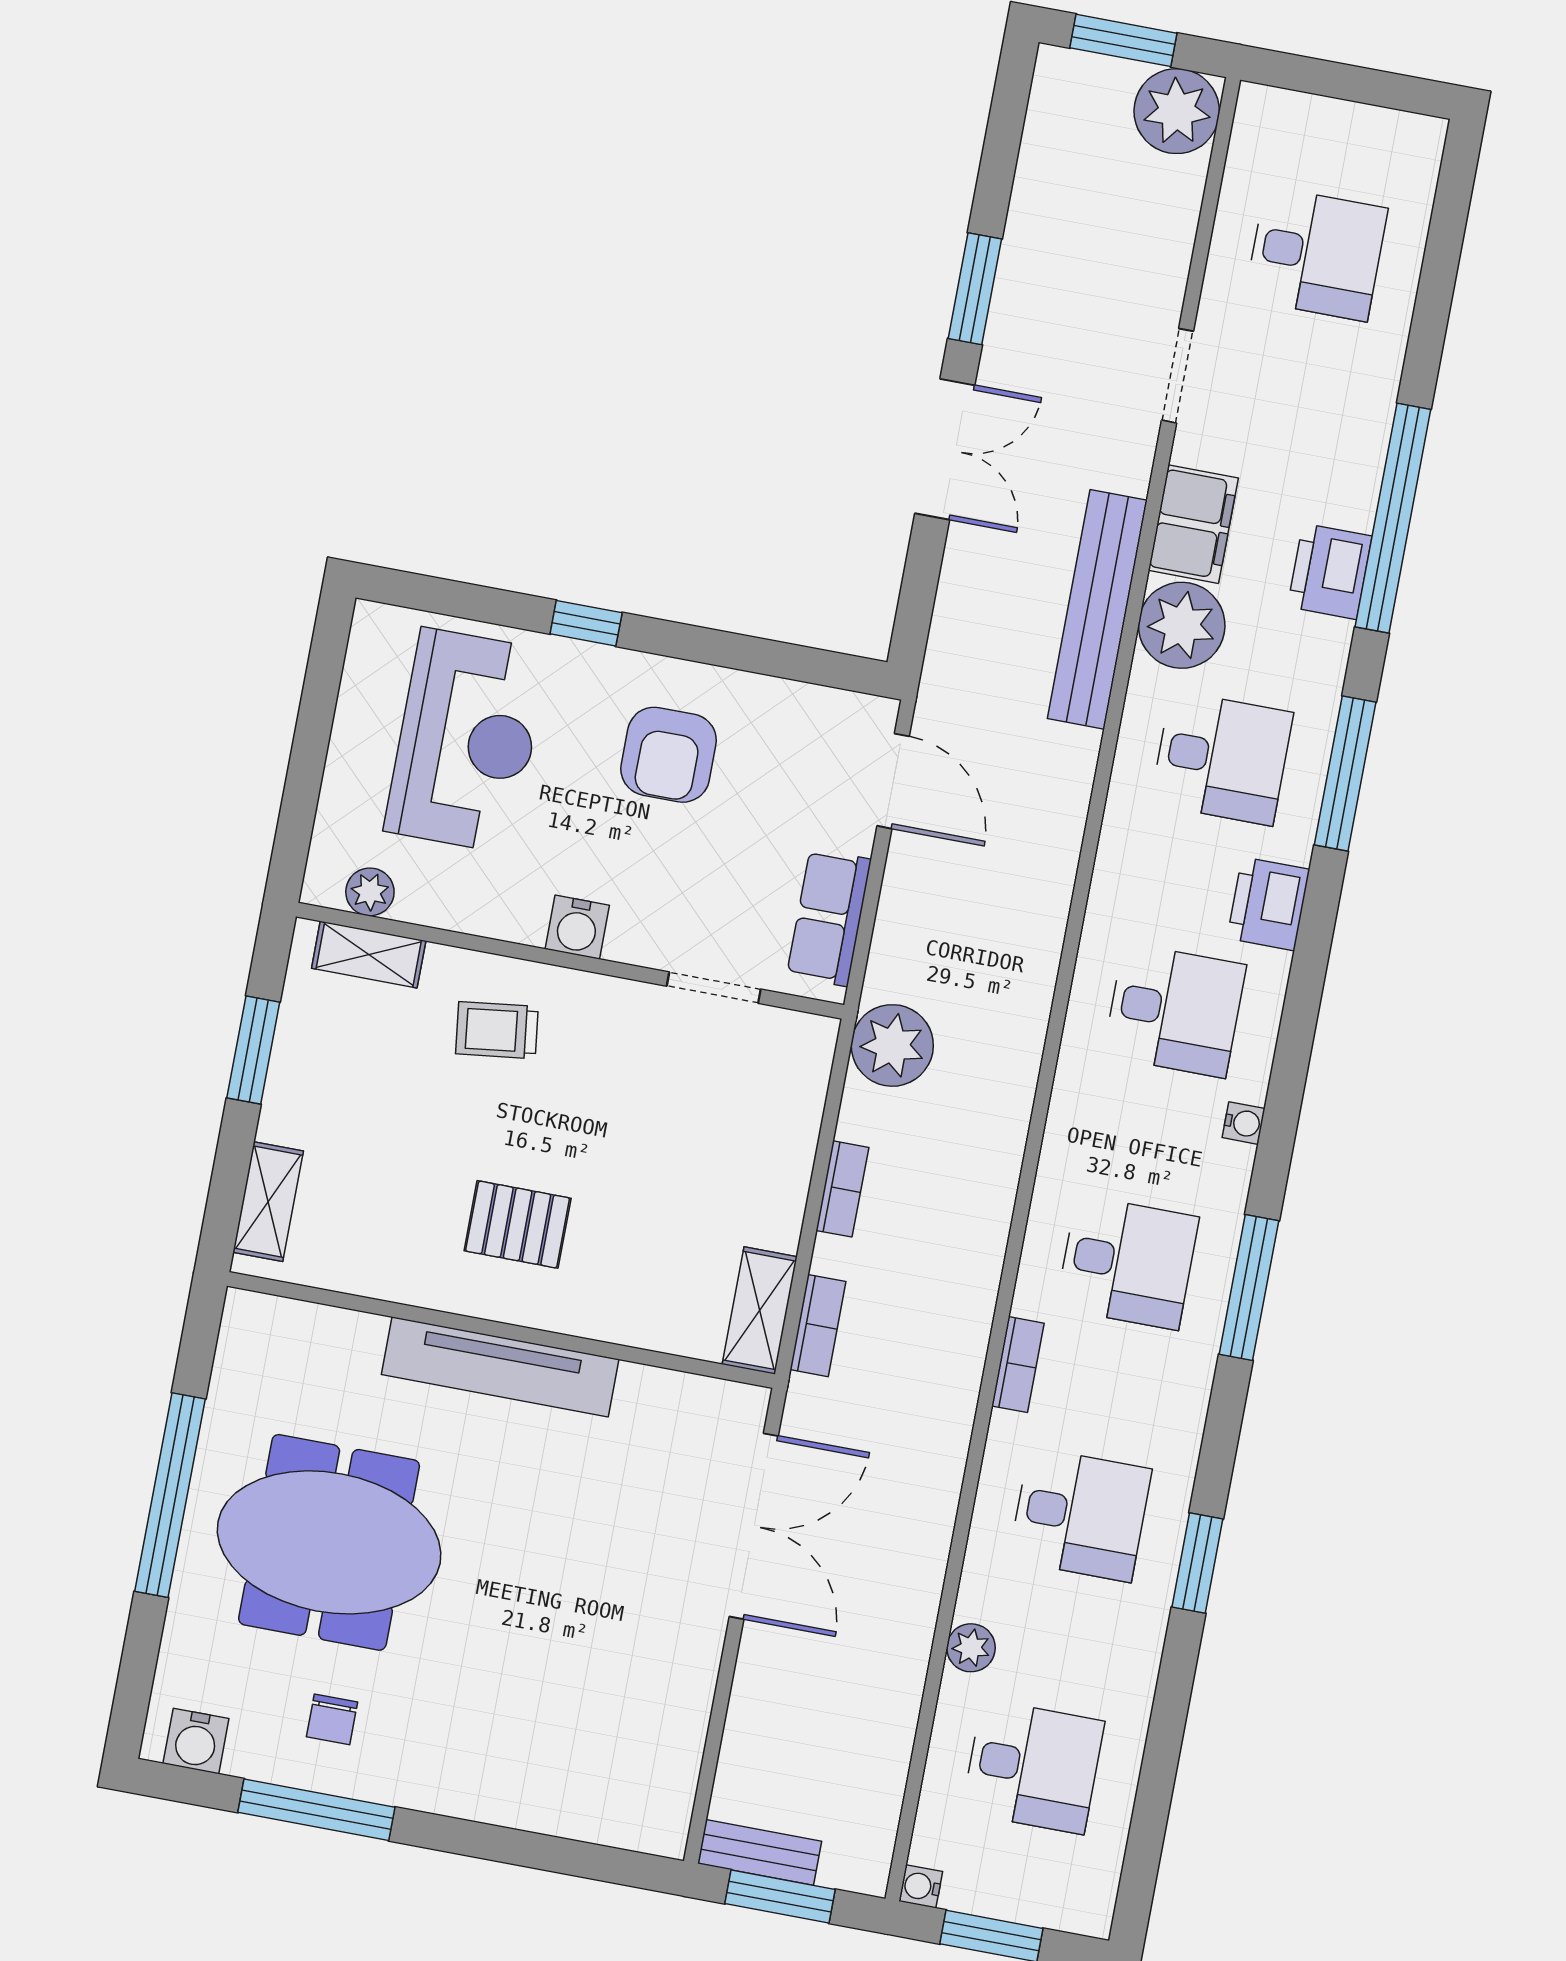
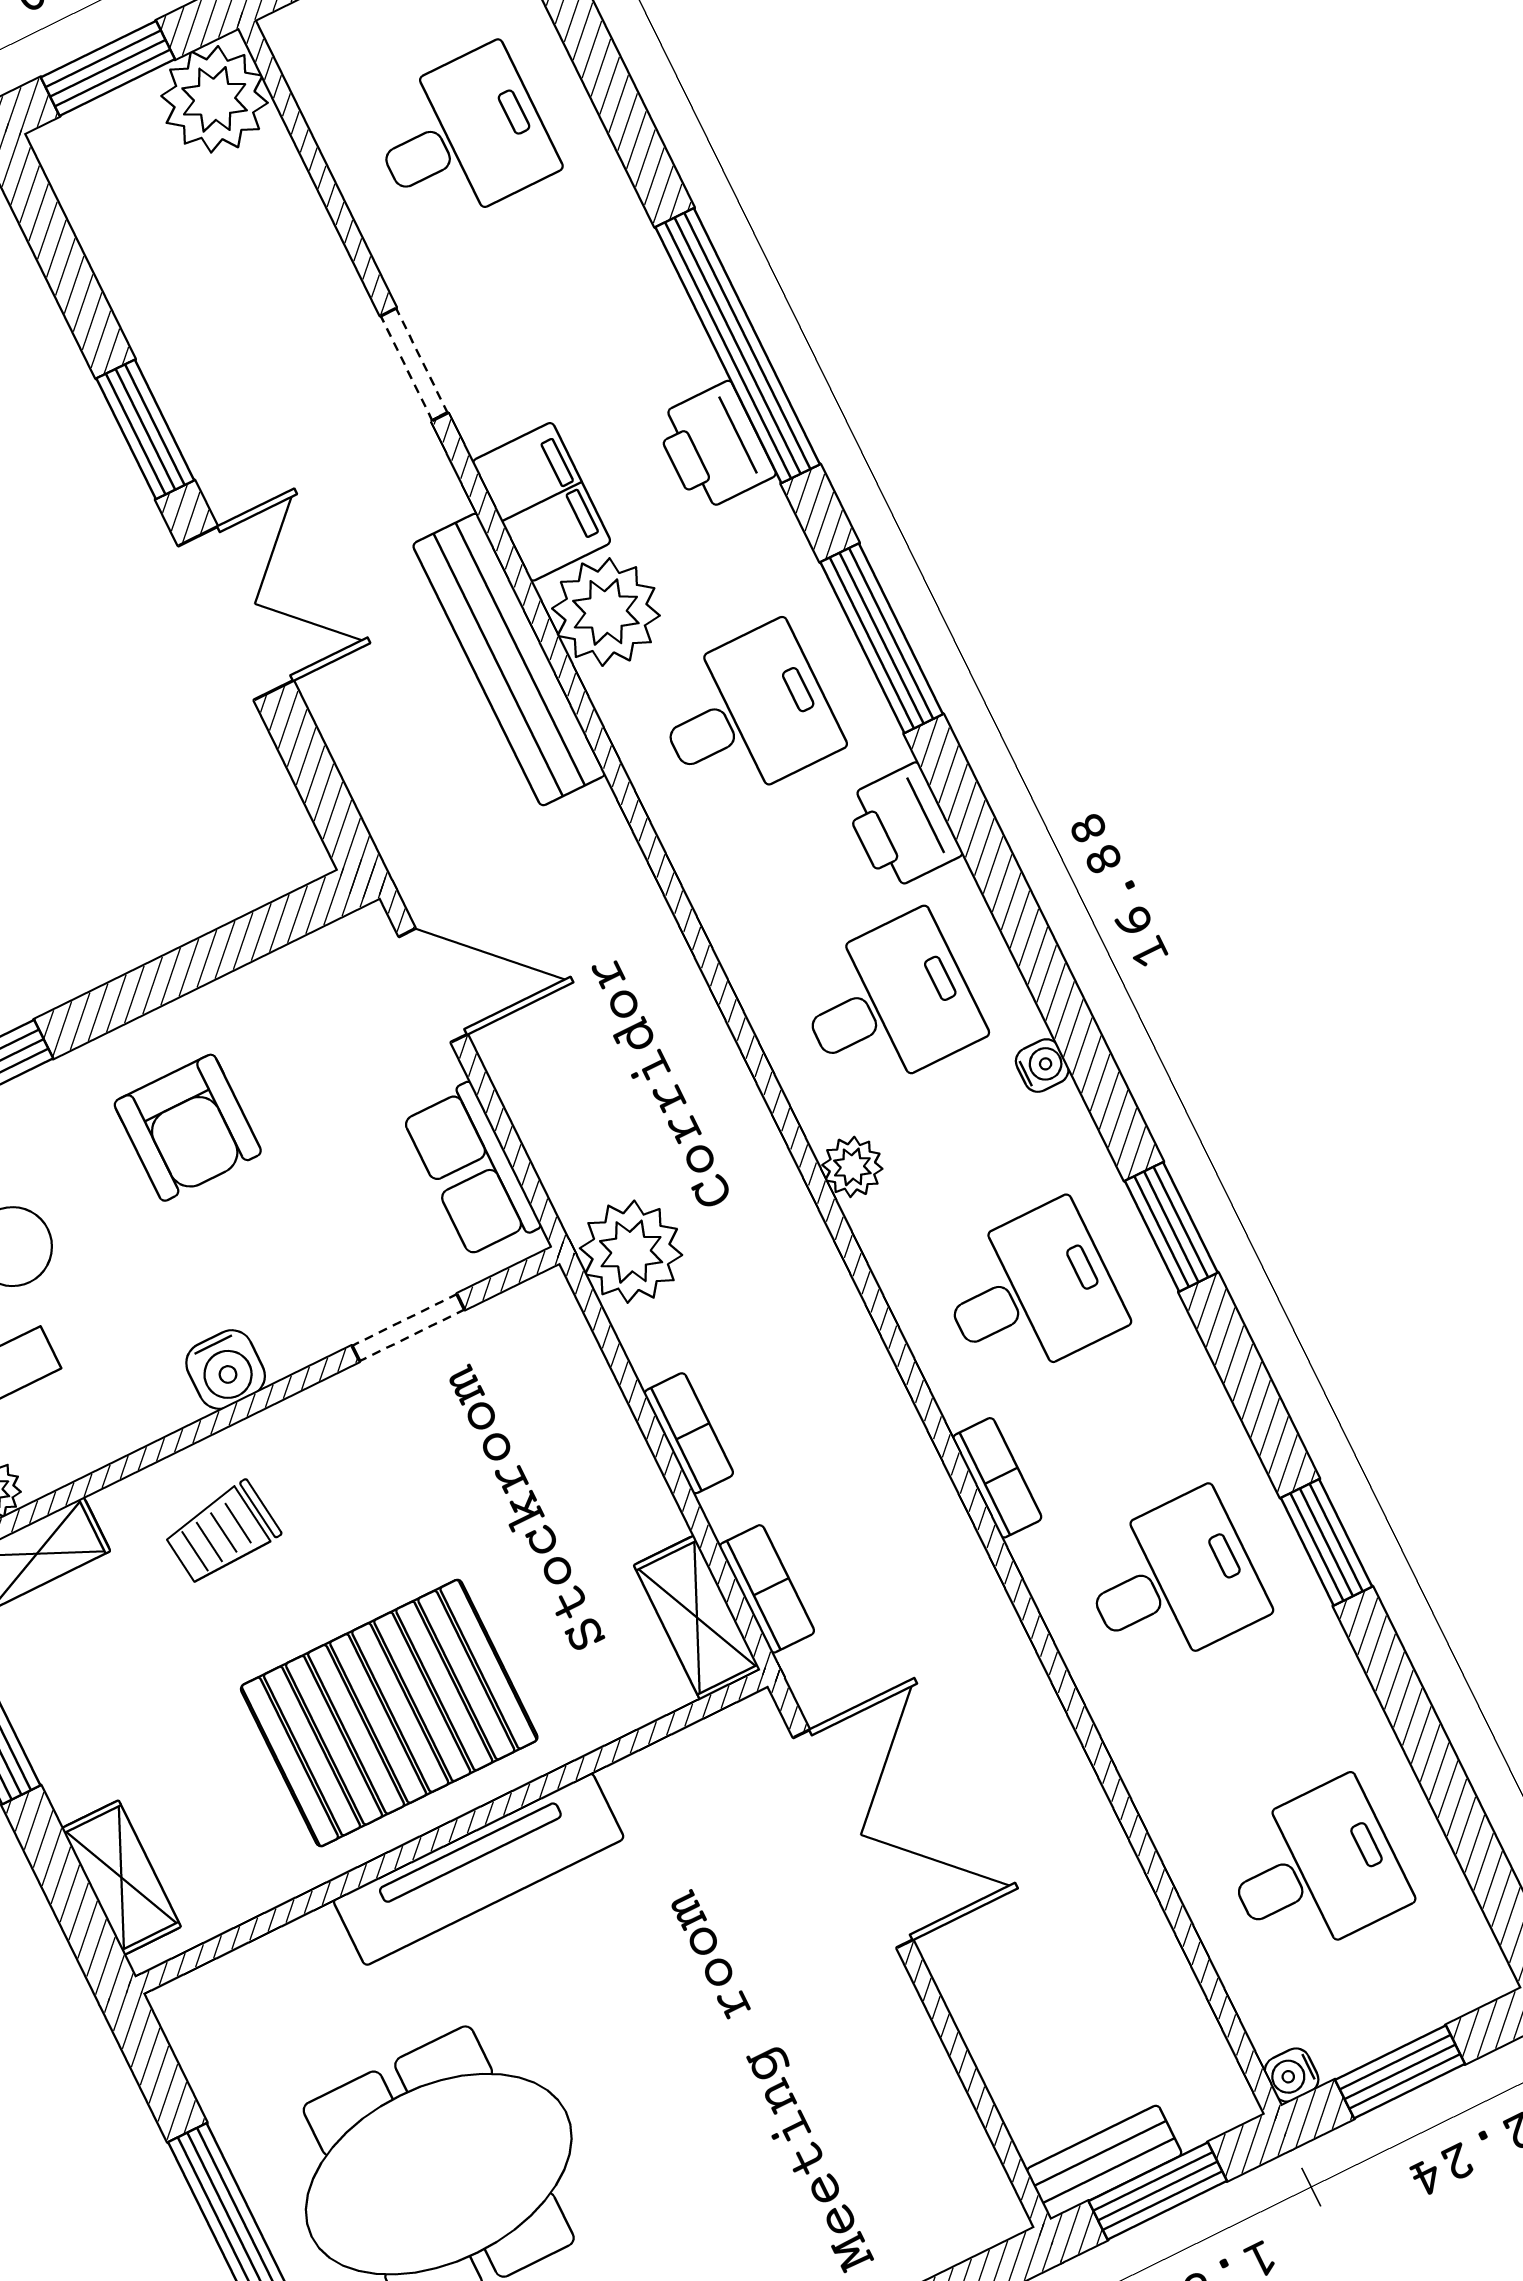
pallet: (518, 1224) -> (389, 1713), width x2.05, depth x2.00
window: (1249, 1288) -> (1171, 1227), width x0.69
plant: (971, 1648) -> (852, 1167), moved

